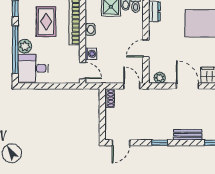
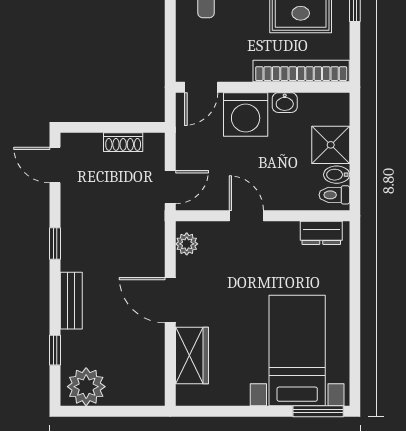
washing machine: (91, 54) -> (246, 115), width x1.89, depth x1.89
door: (188, 86) -> (170, 300), swing flipped
shoe rack: (110, 98) -> (123, 142), moved

